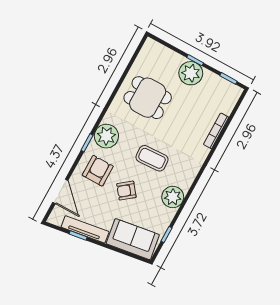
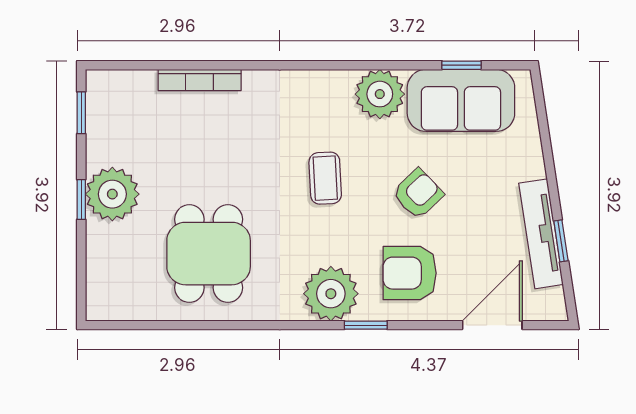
coffee table: (152, 158) -> (325, 178), width x0.73, depth x0.77
armchair: (126, 191) -> (418, 194), turned -96
sofa: (133, 239) -> (461, 100), moved, turned -81

